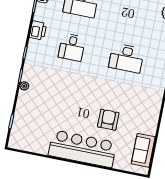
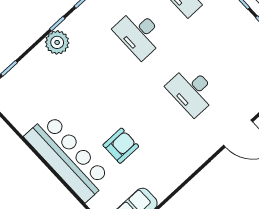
desk: (72, 47) -> (139, 34), width x1.37
plant: (24, 86) -> (57, 42), width x1.88, depth x1.88

